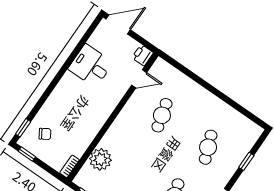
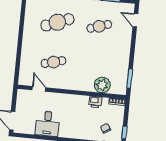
printer: (143, 55) -> (95, 102), moved
cafe table: (208, 147) -> (57, 22), width x1.37, depth x1.35

